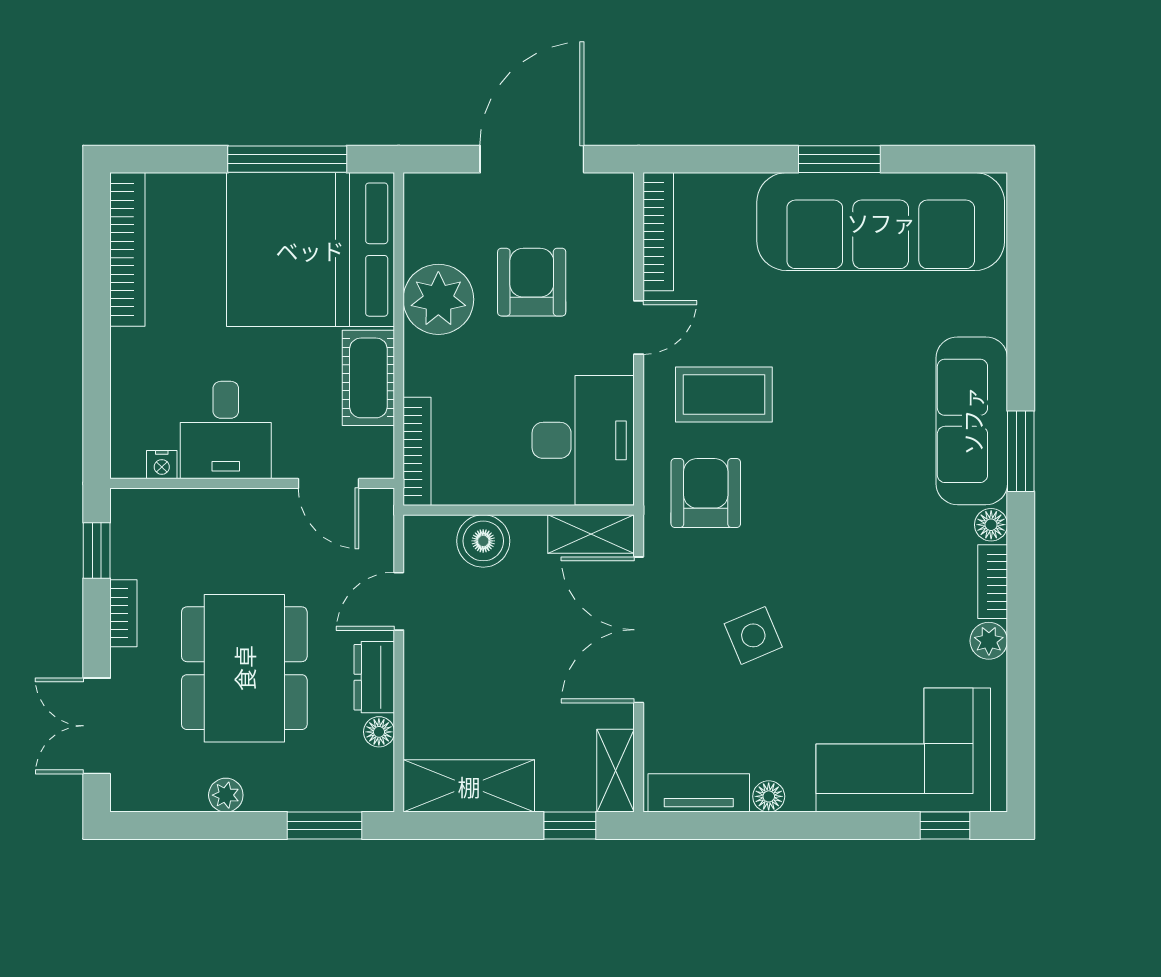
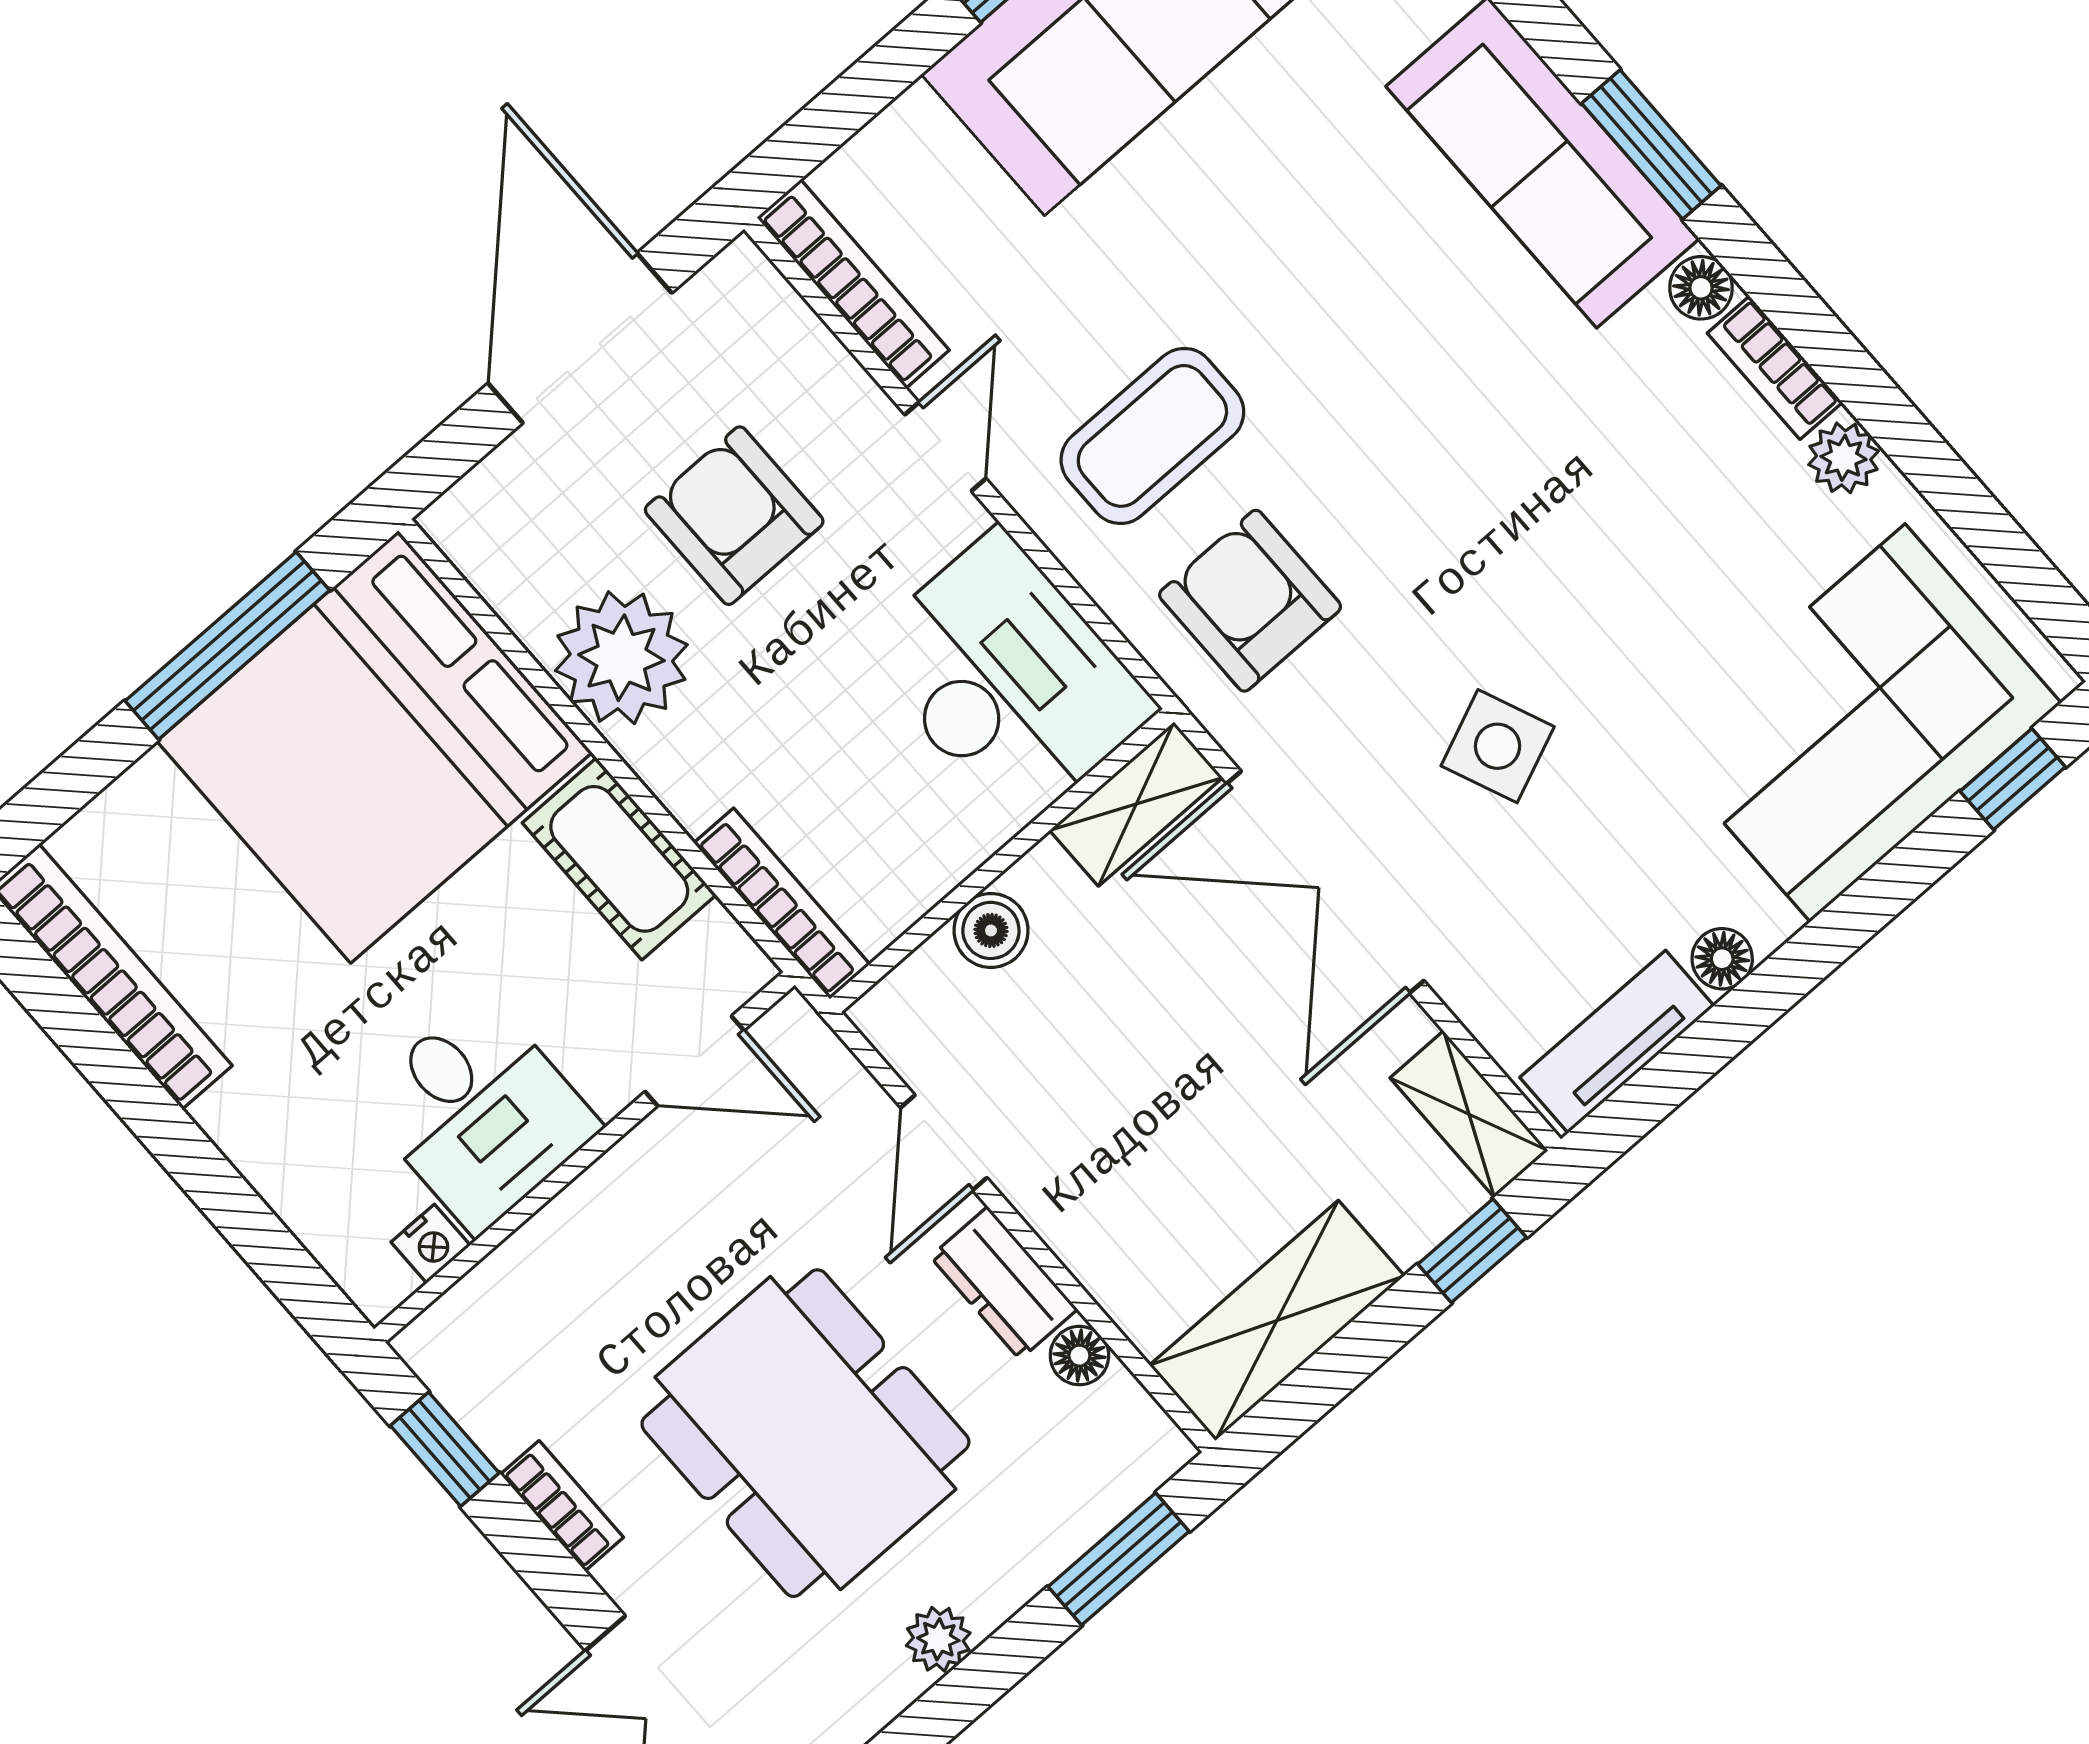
boiler: (483, 541) -> (991, 930), width x0.73, depth x0.73

